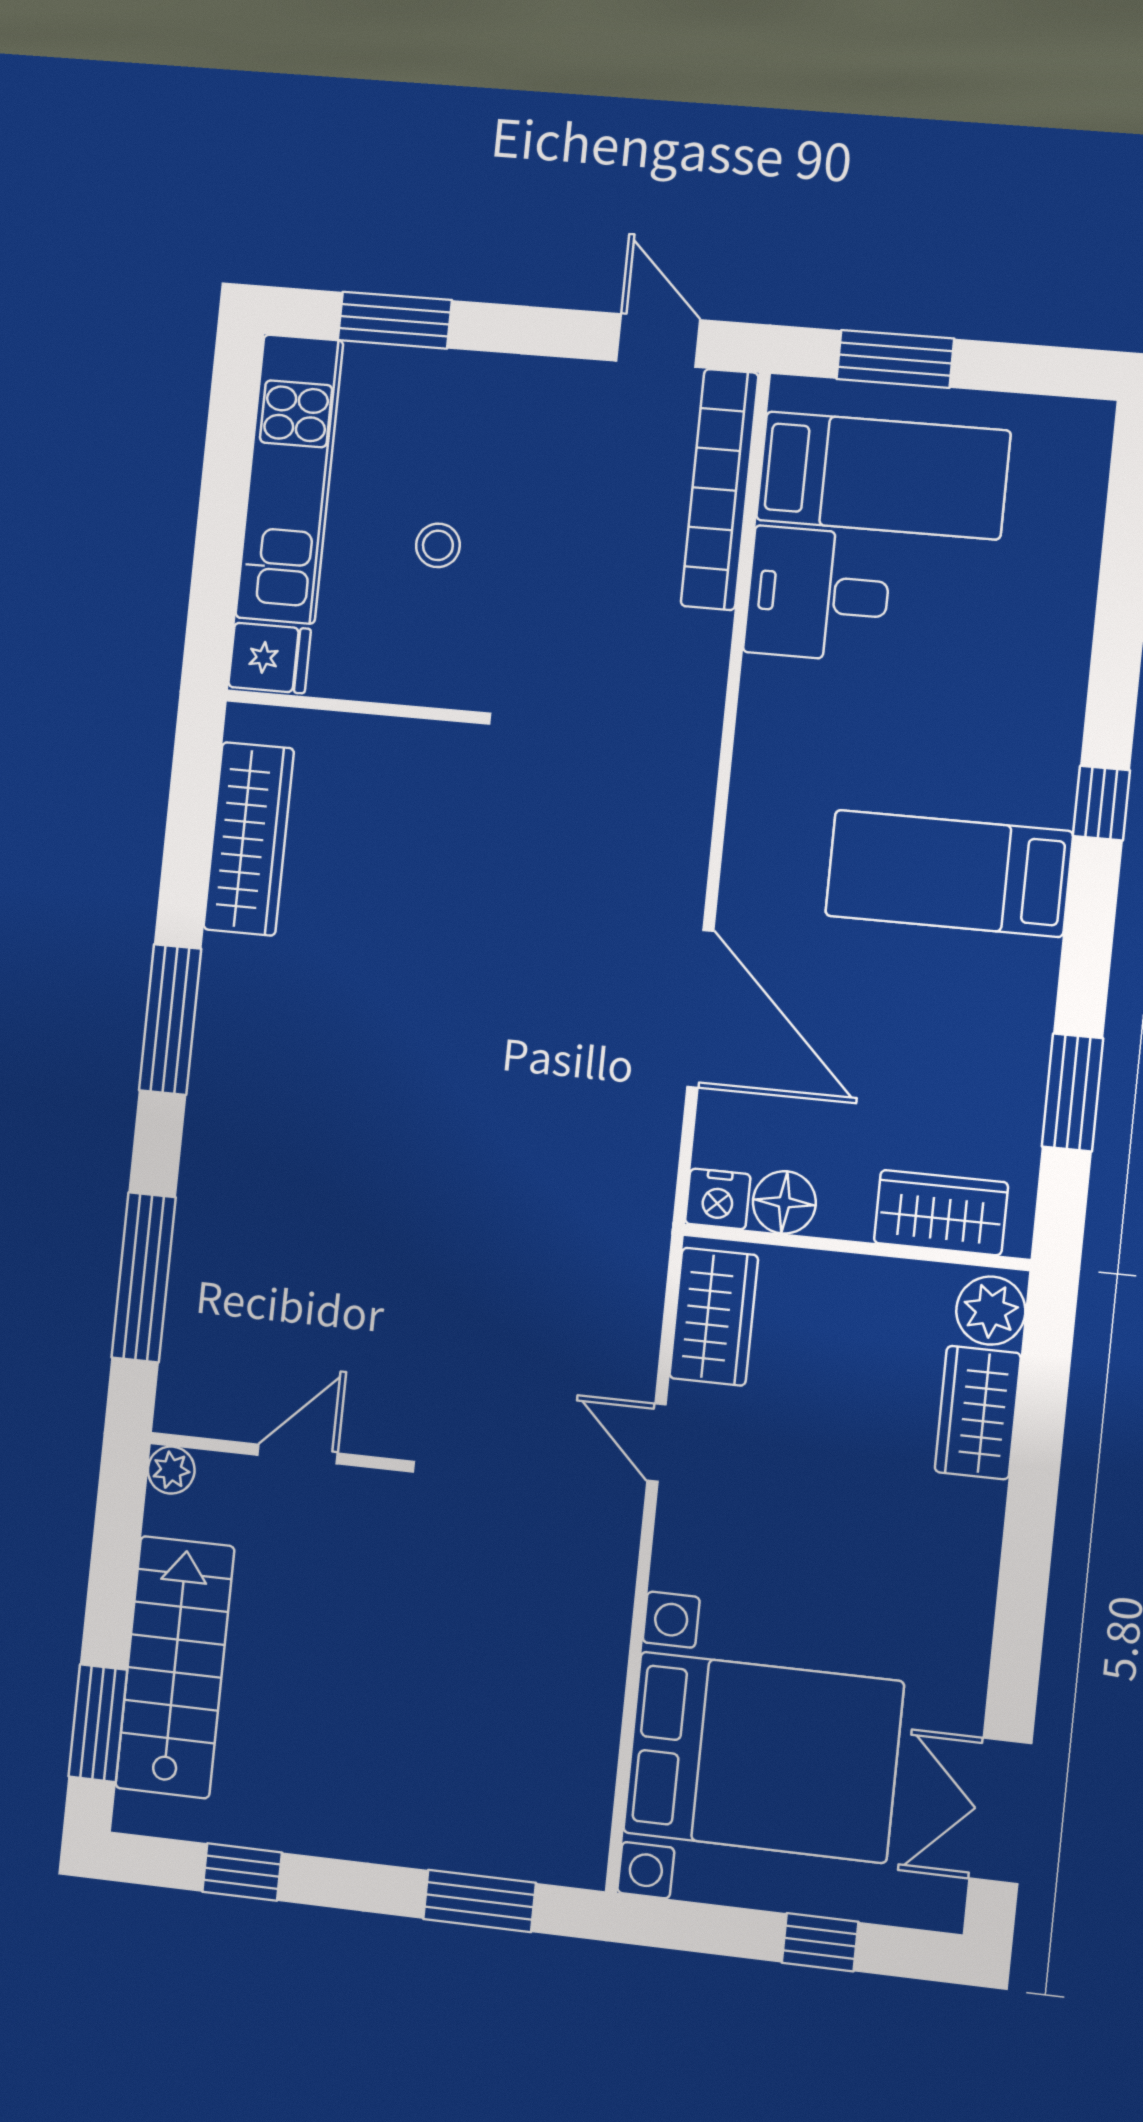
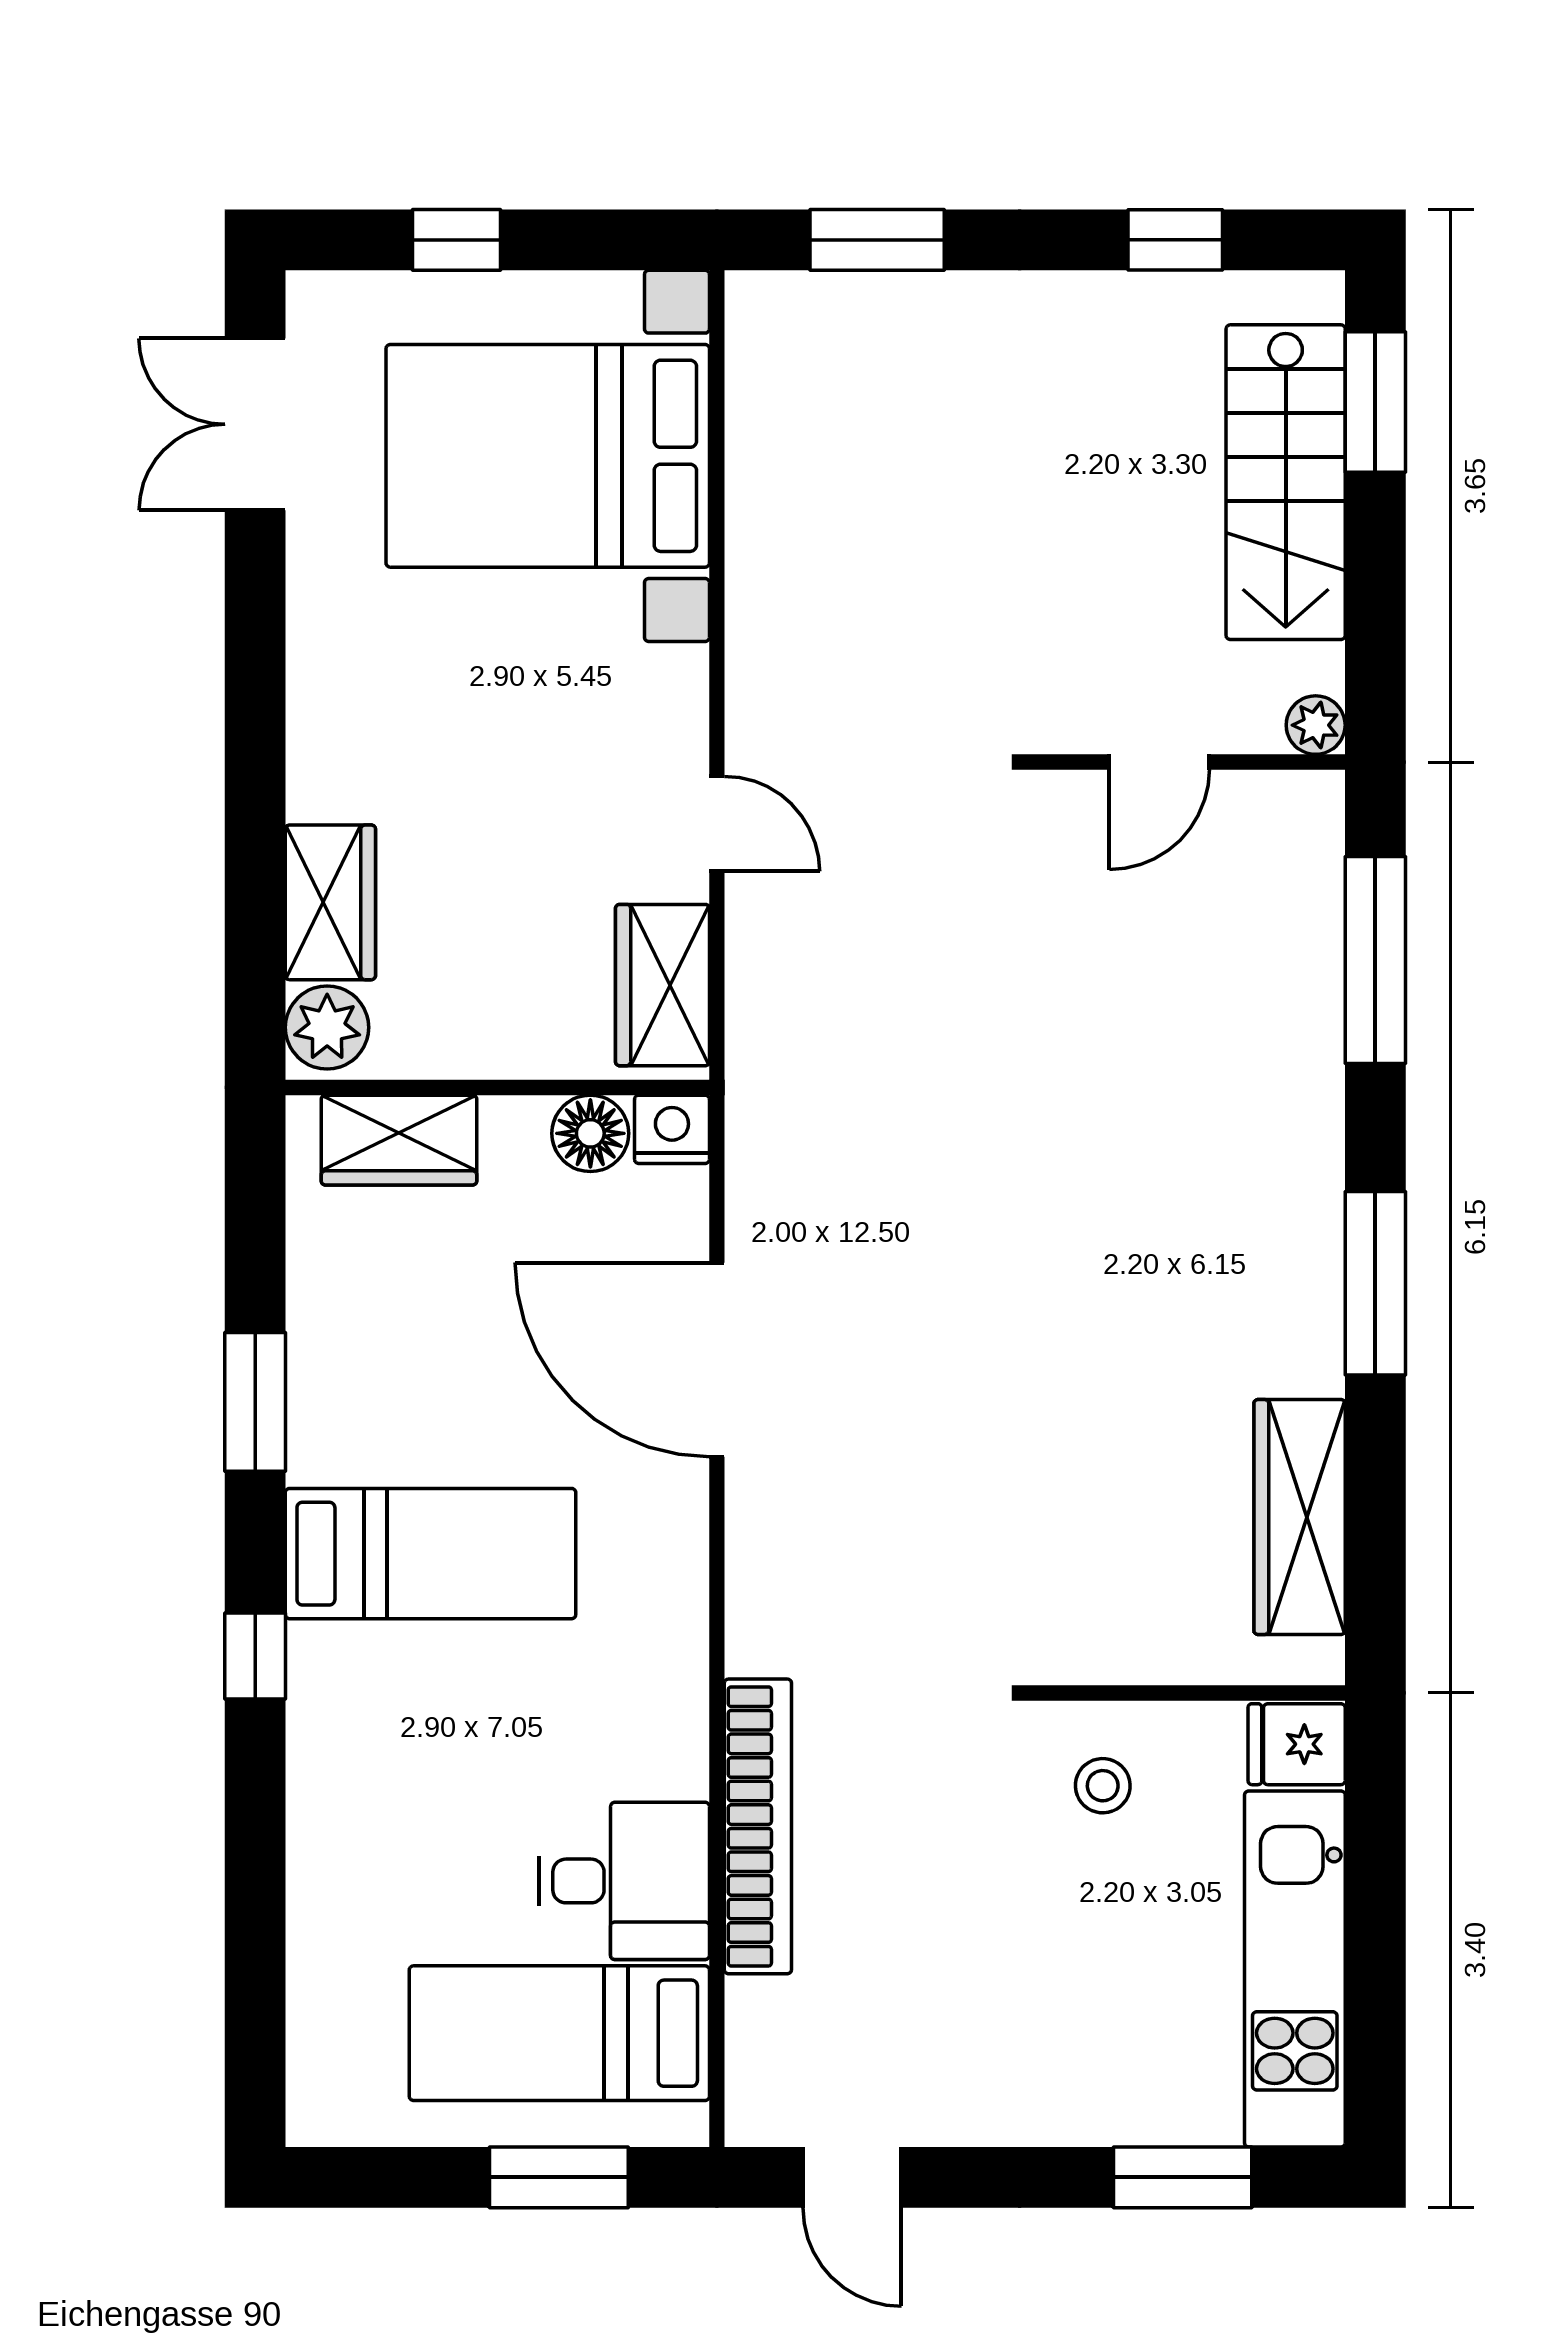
bookcase: (720, 490) -> (758, 1826), moved
stool: (438, 545) -> (1103, 1786), moved
window: (1072, 1092) -> (255, 1402), moved
double door: (1000, 1811) -> (255, 424), swing flipped

